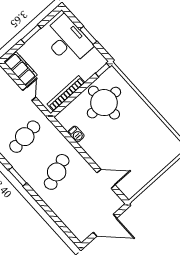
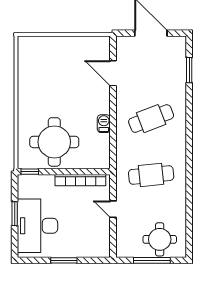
filing cabinet: (21, 69) -> (101, 238), removed
door: (29, 94) -> (113, 209), hinge flipped
barbecue: (76, 134) -> (104, 124), moved
window: (18, 177) -> (189, 70), moved

